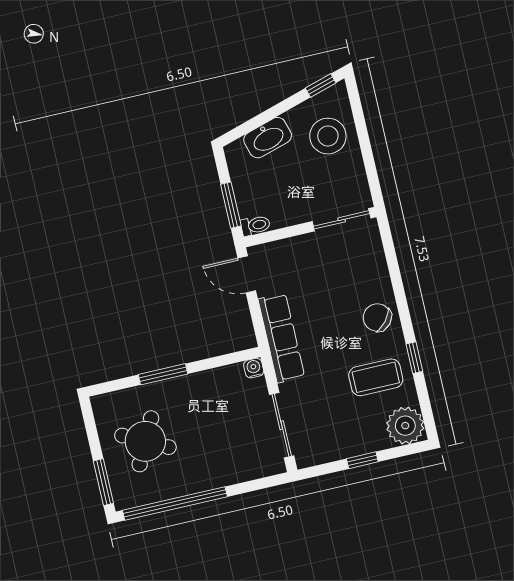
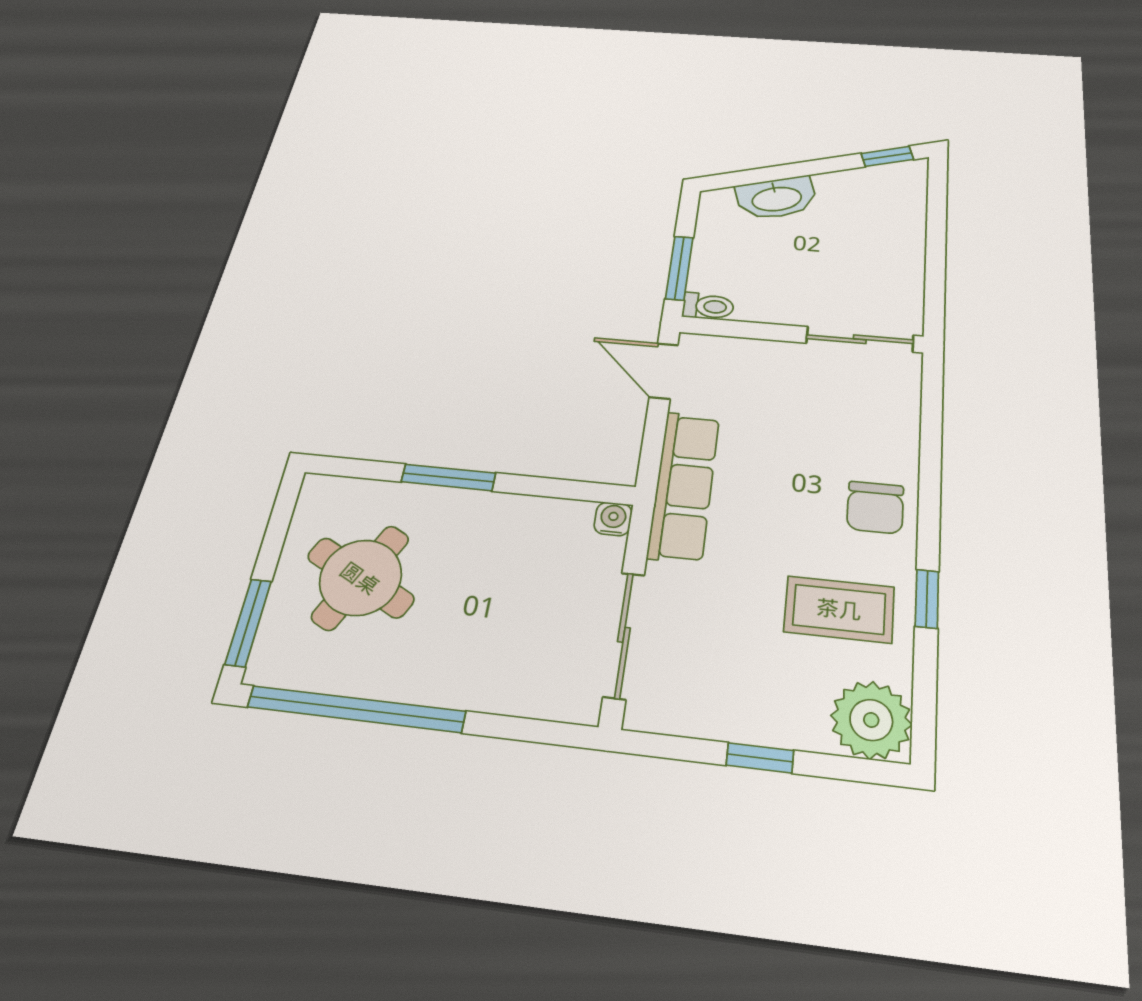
stool: (328, 136) -> (877, 221), removed
chair: (377, 318) -> (875, 507), turned -130

